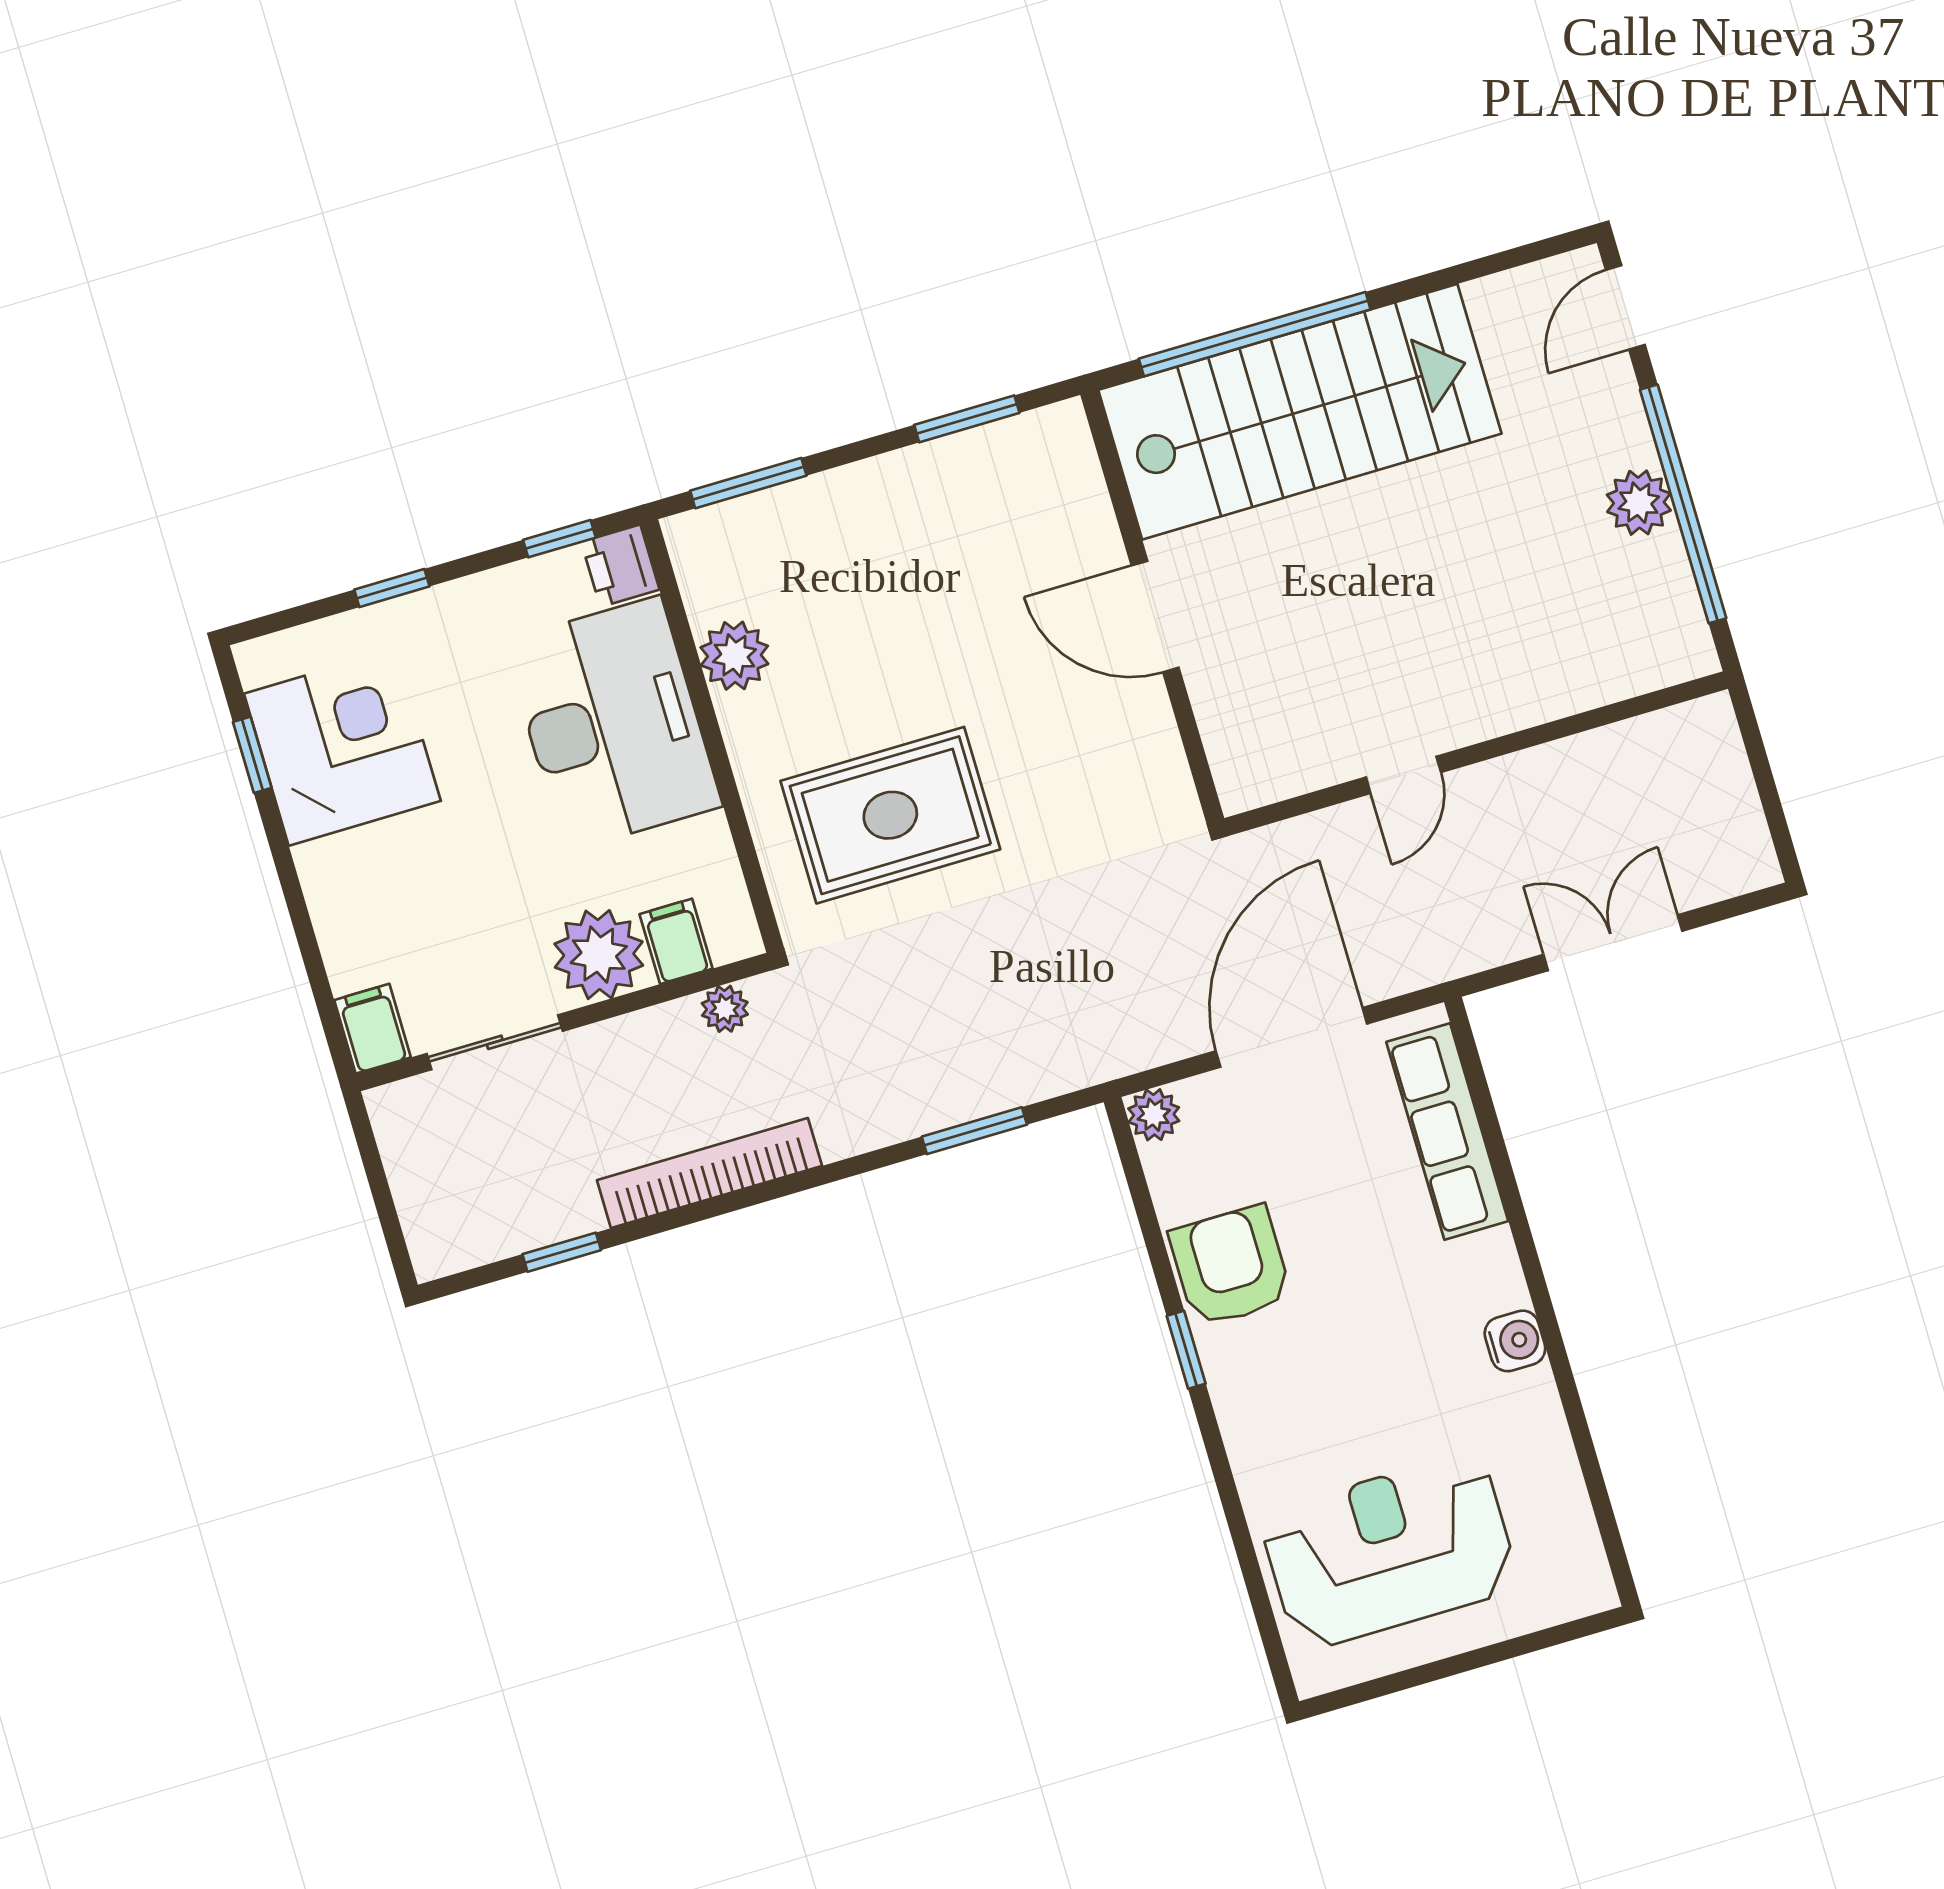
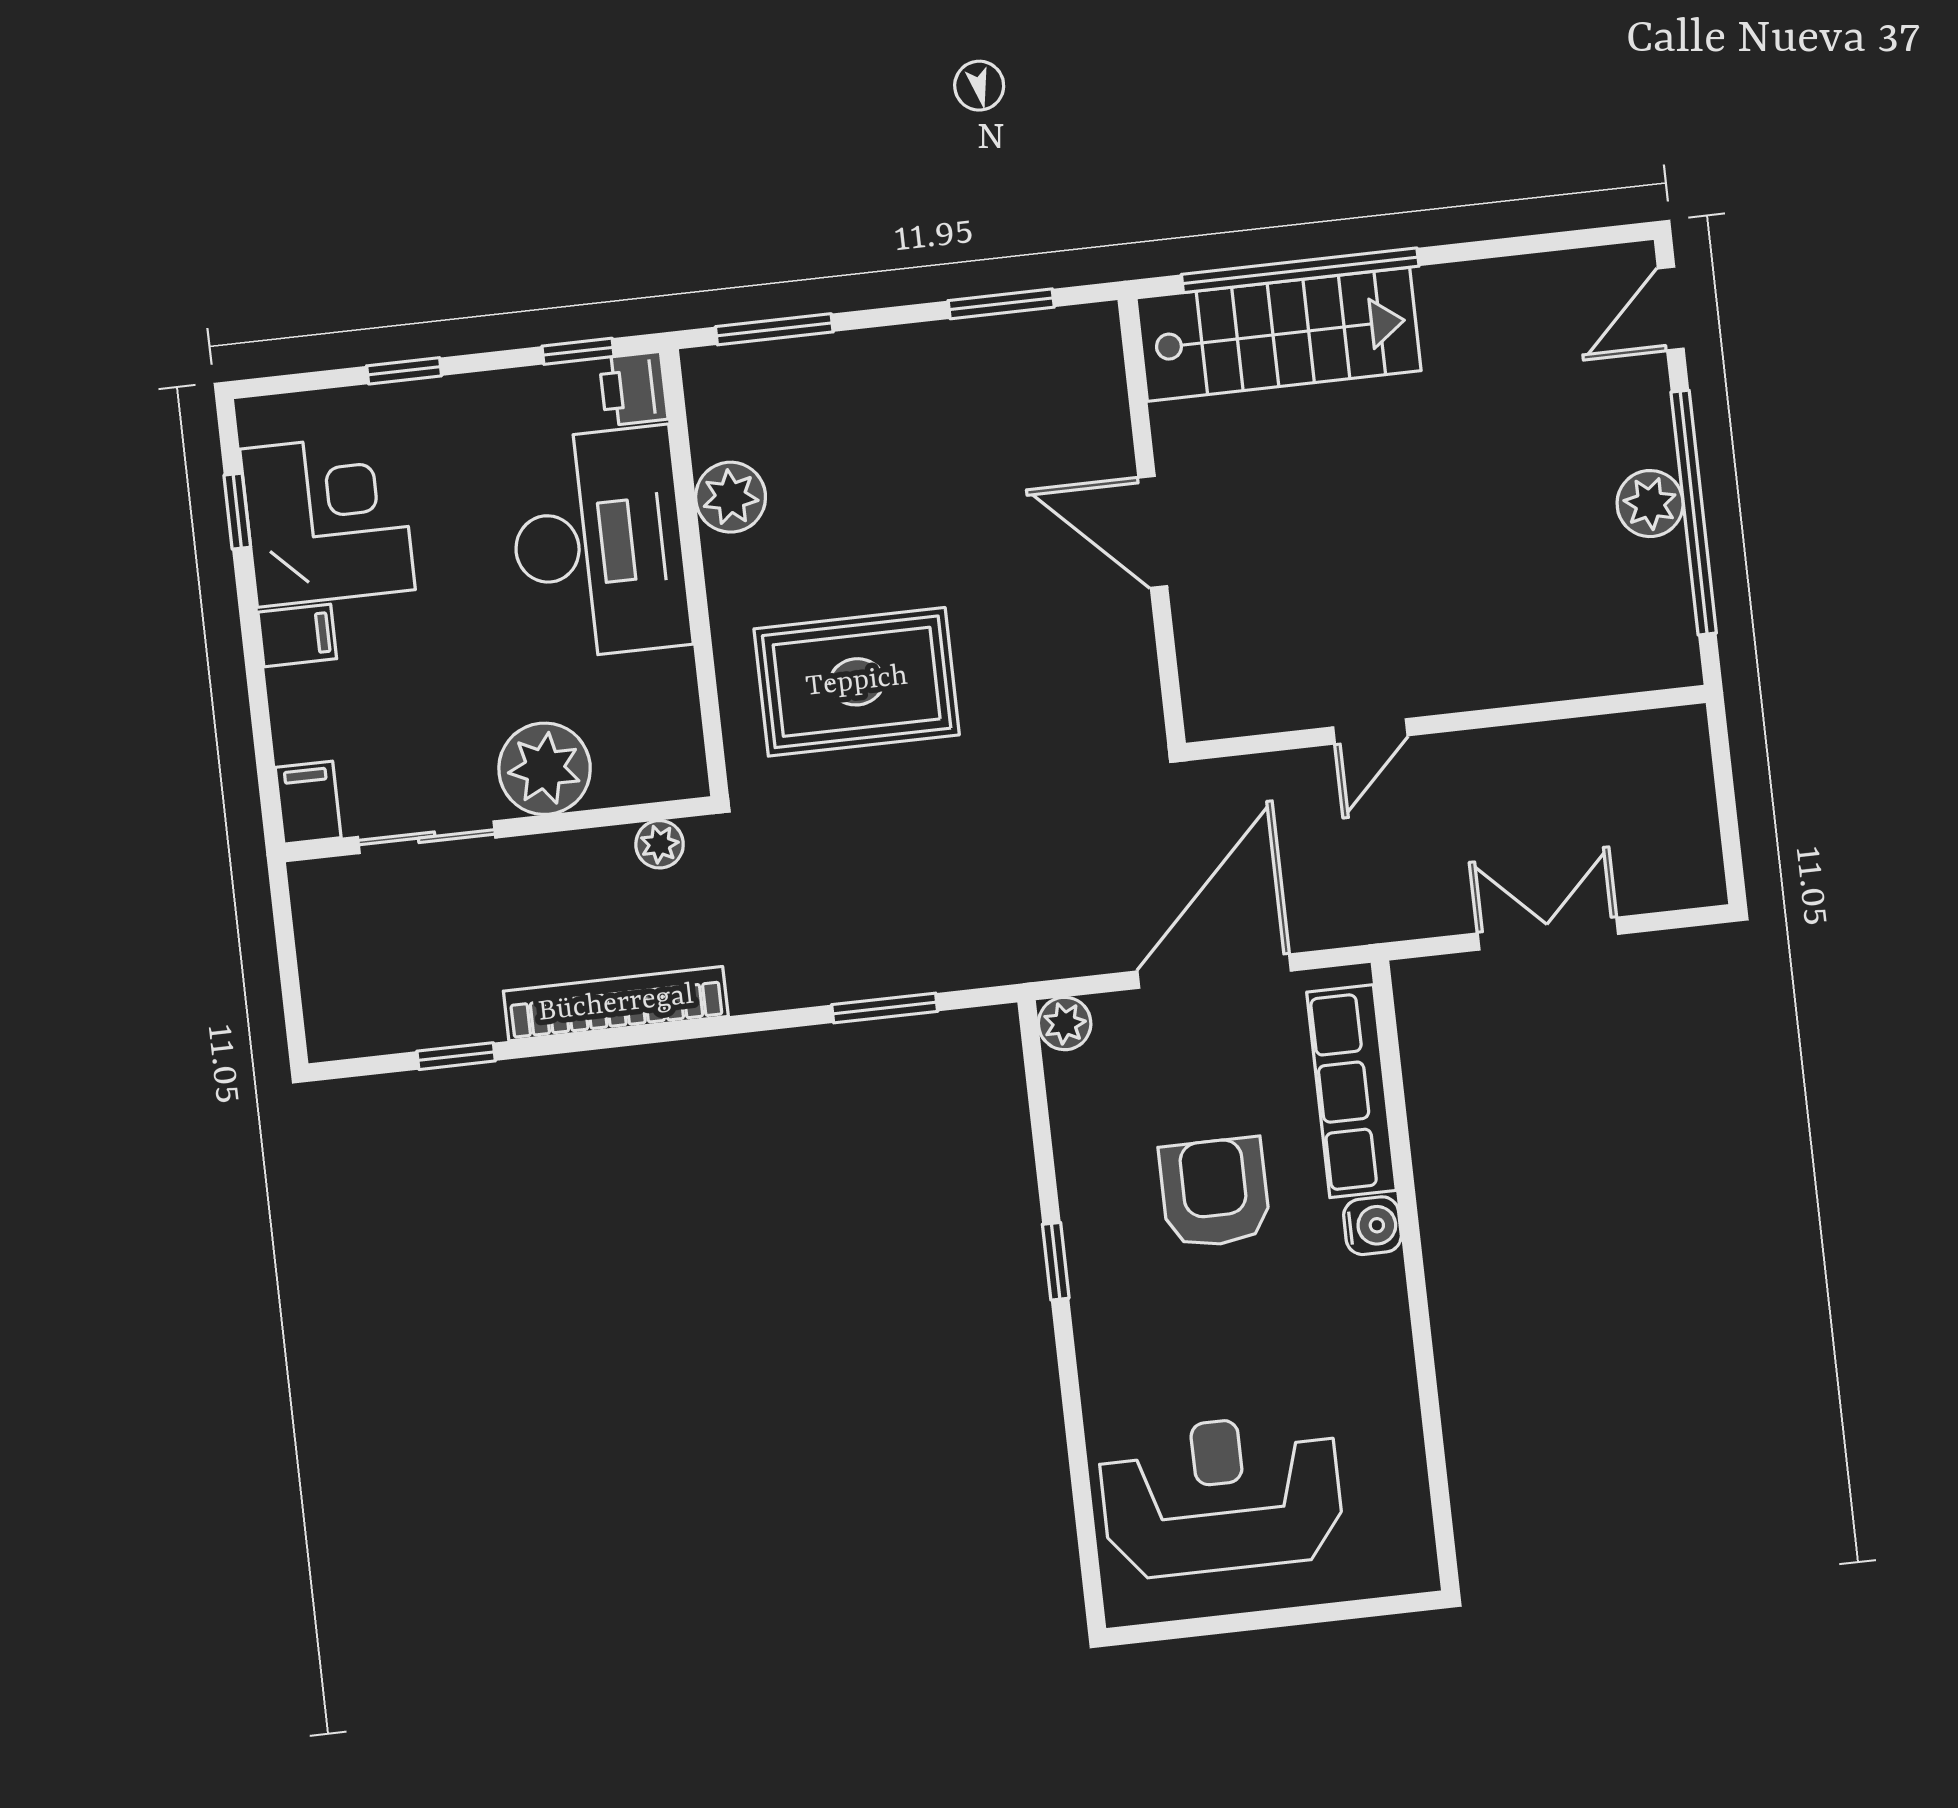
stairs: (1300, 412) -> (1278, 334), width x0.73, depth x0.66
filing cabinet: (676, 941) -> (297, 635), moved, turned 90
armchair: (1230, 1266) -> (1215, 1193), moved
water cooler: (1515, 1341) -> (1372, 1226), moved

